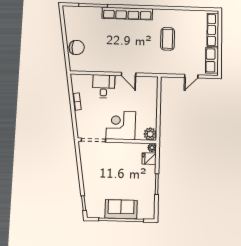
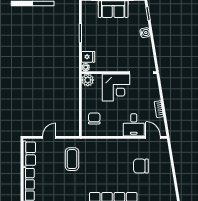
coffee table: (168, 39) -> (72, 159), moved
chair: (77, 47) -> (141, 166), moved
door: (129, 74) -> (153, 137), moved
chair: (144, 94) -> (94, 118), added
water cooler: (88, 183) -> (145, 33), added

